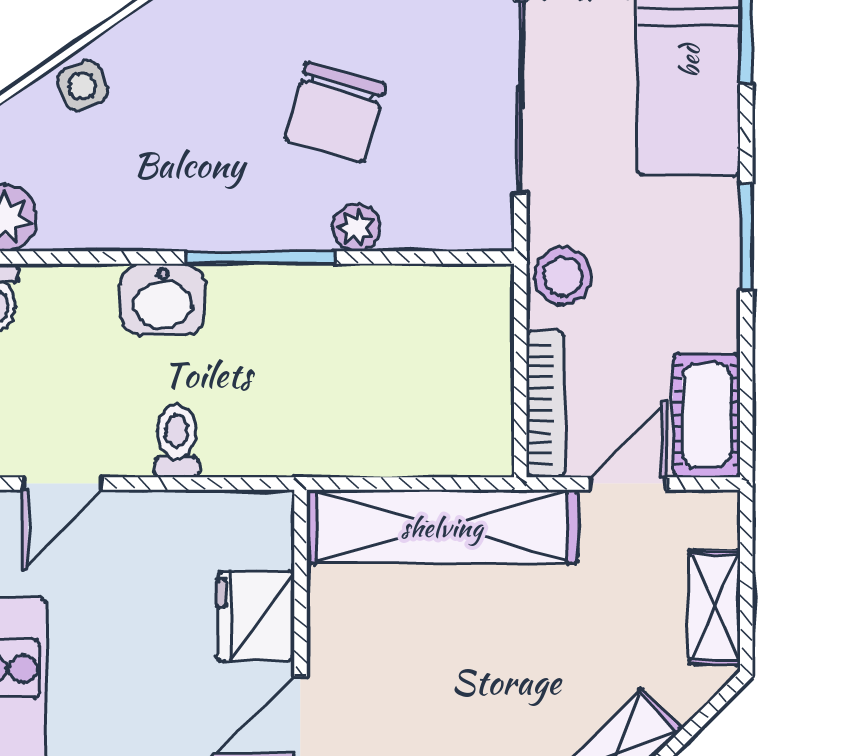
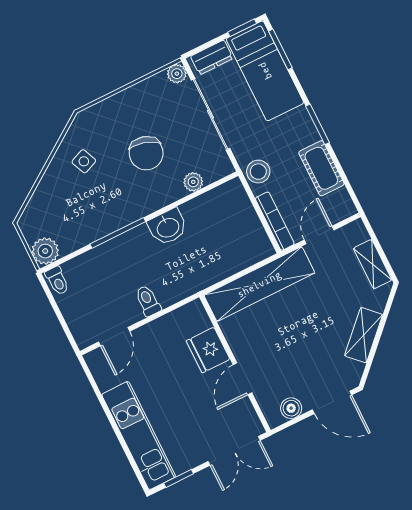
side table: (82, 86) -> (84, 161), moved
plant: (356, 228) -> (193, 182), moved
window: (260, 258) -> (118, 233), moved
washbasin: (163, 300) -> (168, 227), moved
cot: (707, 415) -> (321, 168), moved

